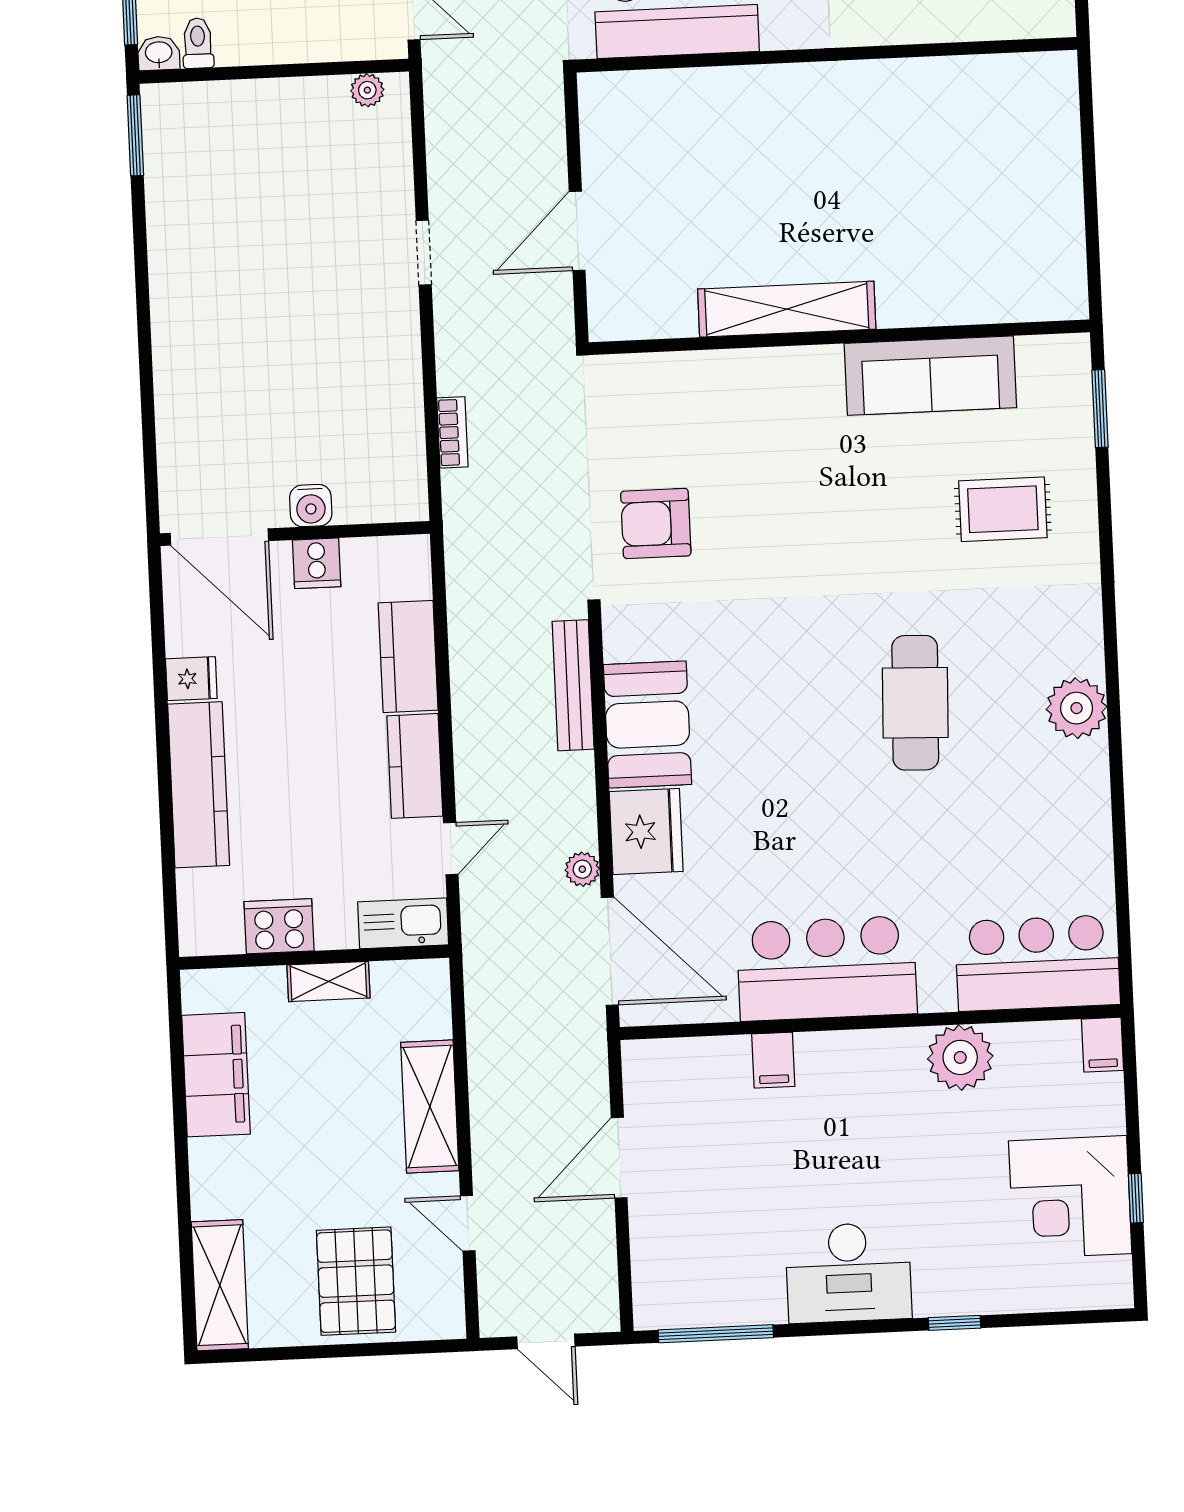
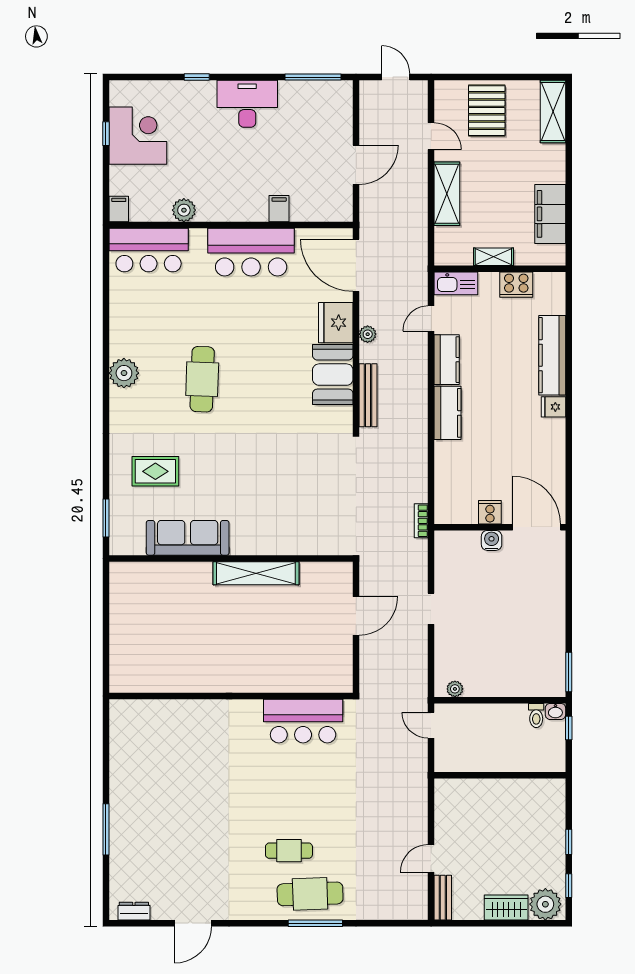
water cooler: (311, 506) -> (492, 540), moved
armchair: (656, 523) -> (324, 472), removed
wall: (295, 534) -> (500, 527), moved
door: (219, 537) -> (537, 527), moved
cooker: (317, 563) -> (490, 512), moved
plant: (582, 869) -> (368, 334), moved
plant: (960, 1057) -> (184, 210), width x0.73, depth x0.73

